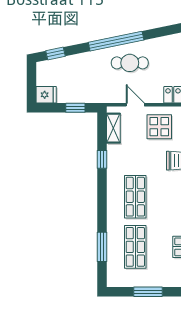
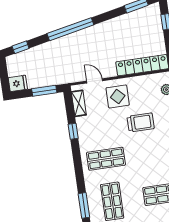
cafe table: (130, 63) -> (85, 46), removed
window: (75, 108) -> (44, 91), width x1.50
shop shelf: (135, 197) -> (106, 159), turned 90

